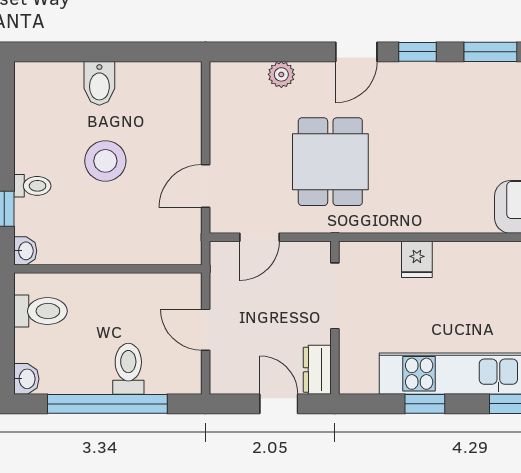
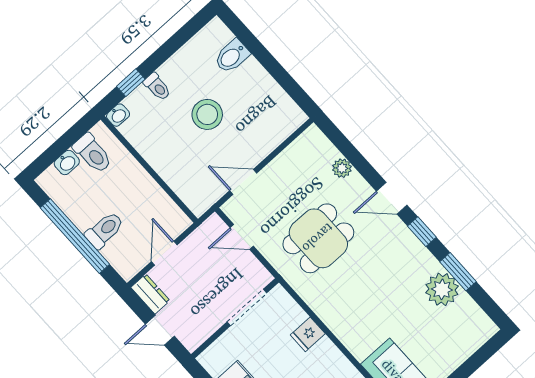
bidet: (99, 83) -> (232, 56), moved
plant: (494, 84) -> (442, 289), added
dresser: (317, 370) -> (150, 294), moved, turned 90
washbasin: (26, 379) -> (67, 162), moved
door: (279, 404) -> (160, 330), swing flipped

